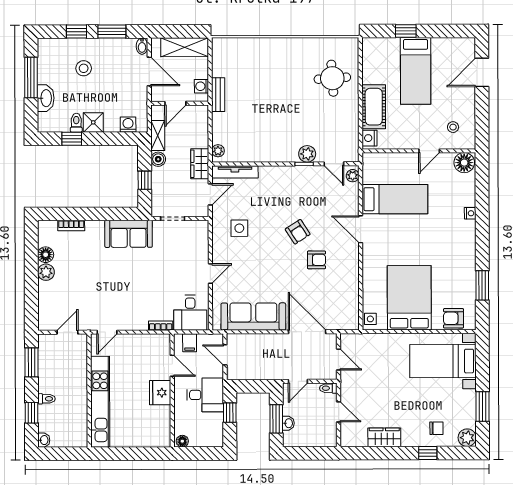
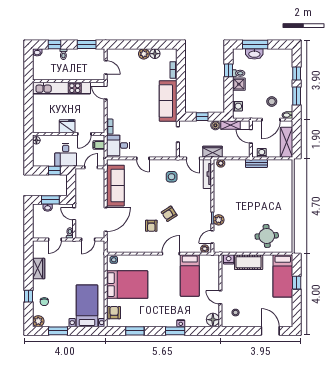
stool: (84, 68) -> (272, 101), moved
bed: (416, 71) -> (283, 276), moved, turned -90
window: (31, 77) -> (255, 45), moved
window: (482, 222) -> (175, 331), added
sofa: (129, 234) -> (168, 101), width x1.36

